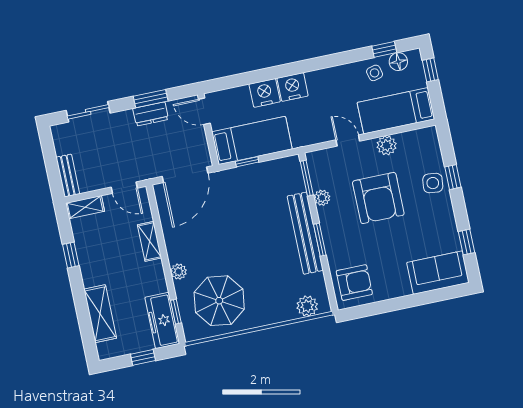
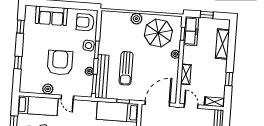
side table: (433, 183) -> (89, 46), moved
sun lounger: (259, 222) -> (126, 68), added
bench: (305, 233) -> (102, 76), moved
sofa: (438, 273) -> (51, 16), moved
plant: (307, 306) -> (136, 19), moved

